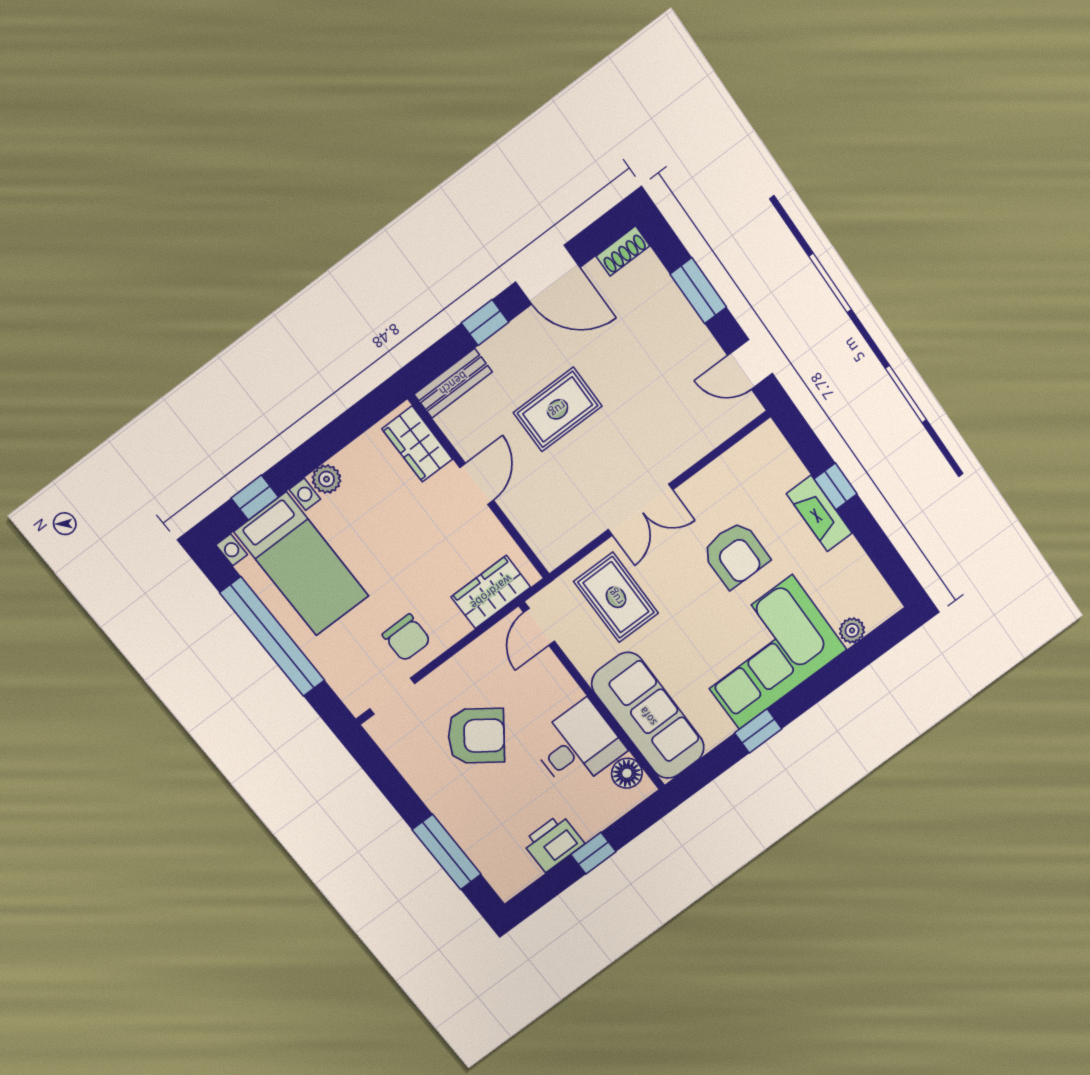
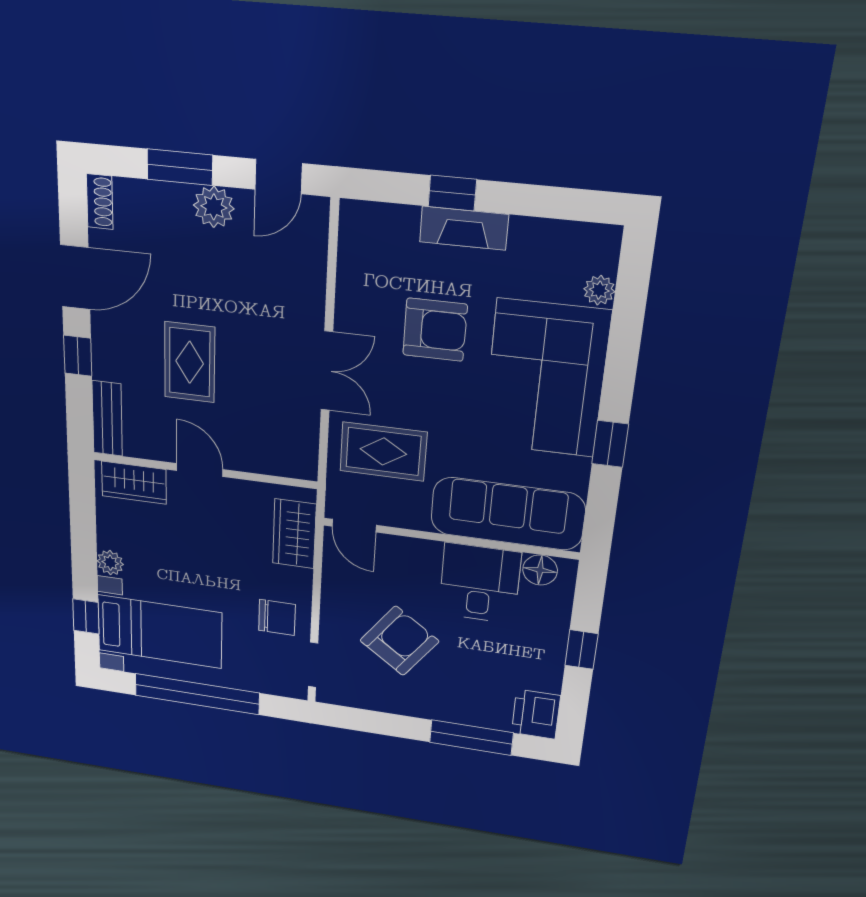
plant: (690, 337) -> (214, 207), added
printer: (553, 843) -> (536, 714), moved

